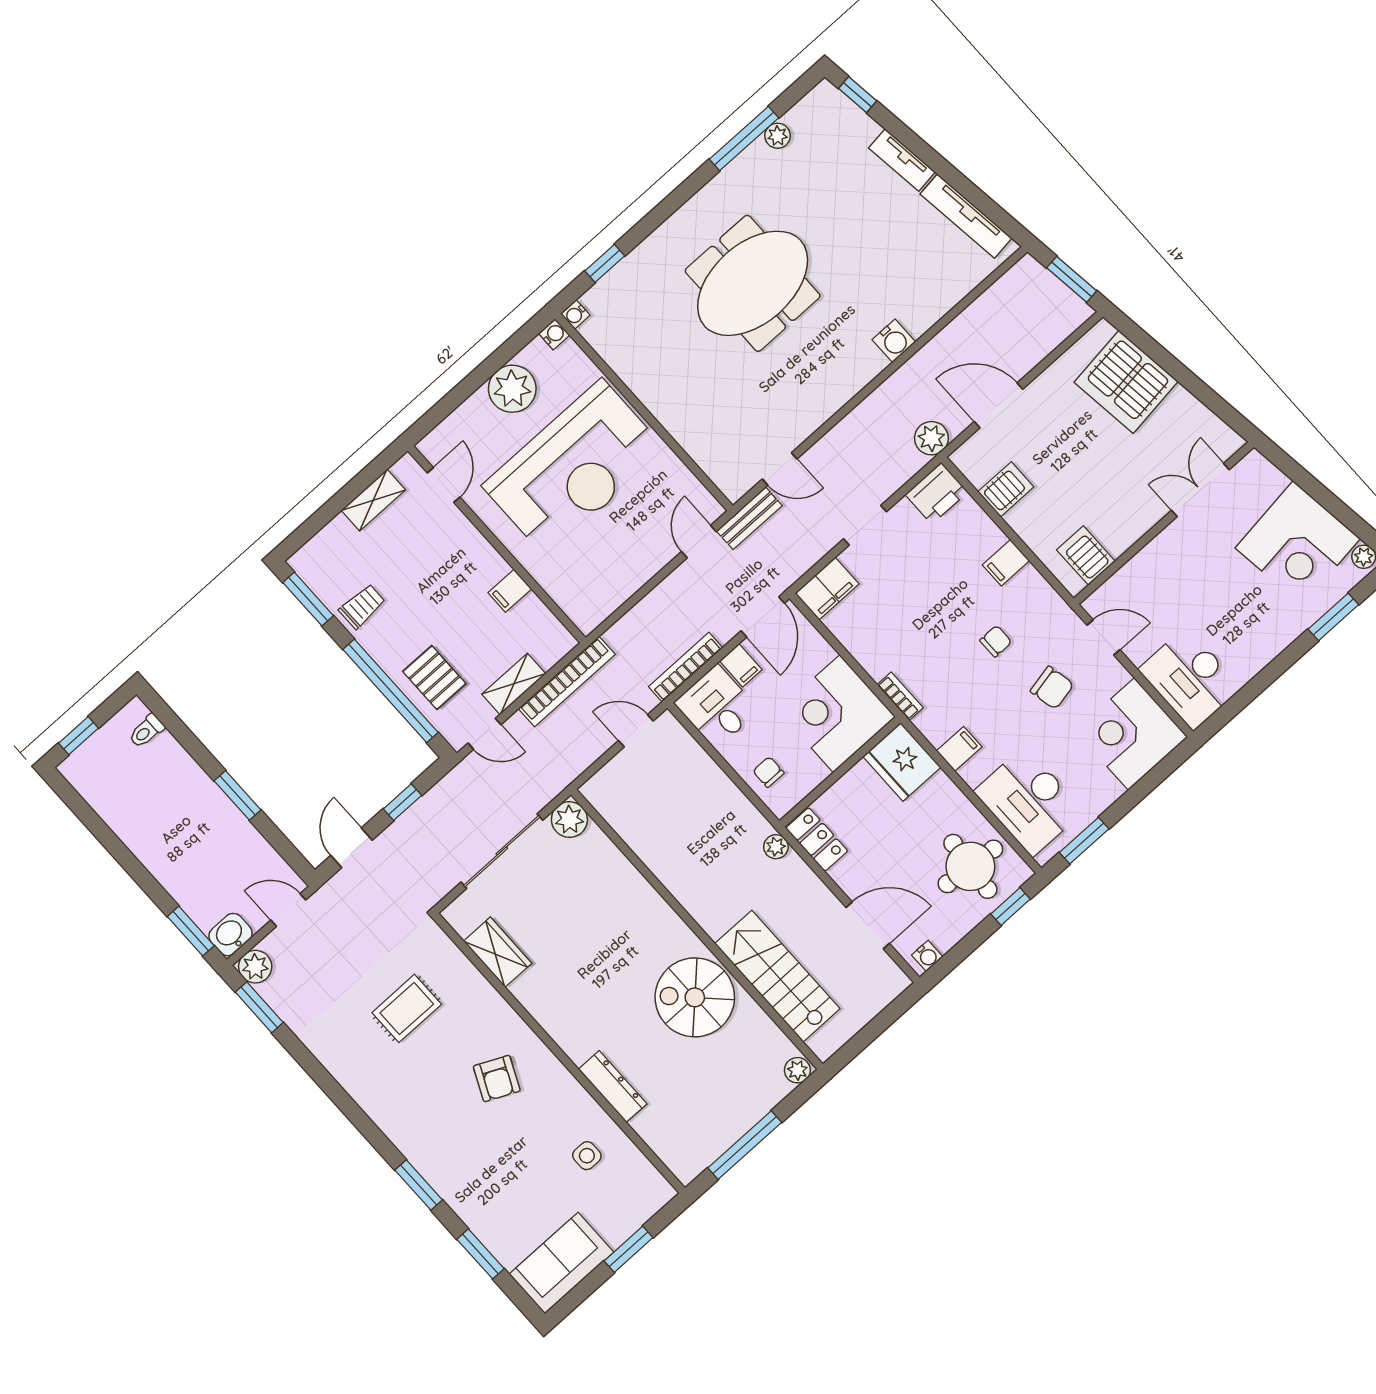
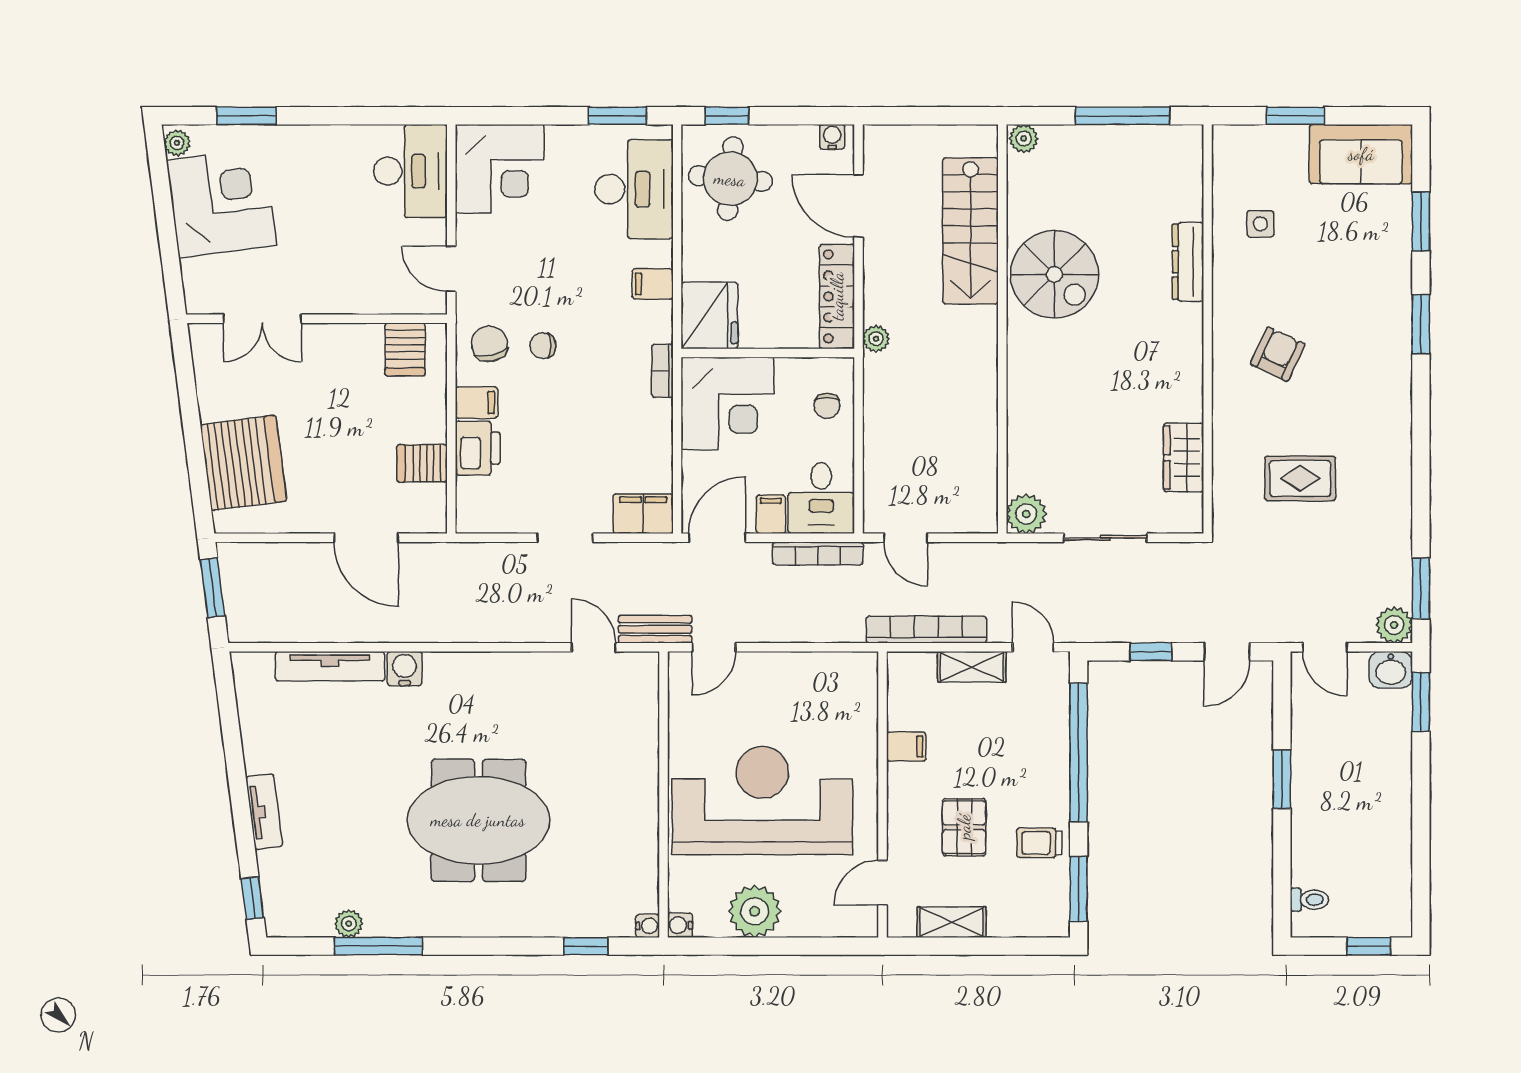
tv unit: (966, 216) -> (330, 666), moved, turned 97
plant: (931, 438) -> (446, 560), removed
printer: (936, 493) -> (478, 448), moved, turned 90
pallet: (434, 678) -> (964, 827), moved
chair: (1052, 688) -> (489, 344), moved
locker: (817, 839) -> (837, 296), width x1.53
sliding door: (502, 851) -> (1105, 538), width x0.73

